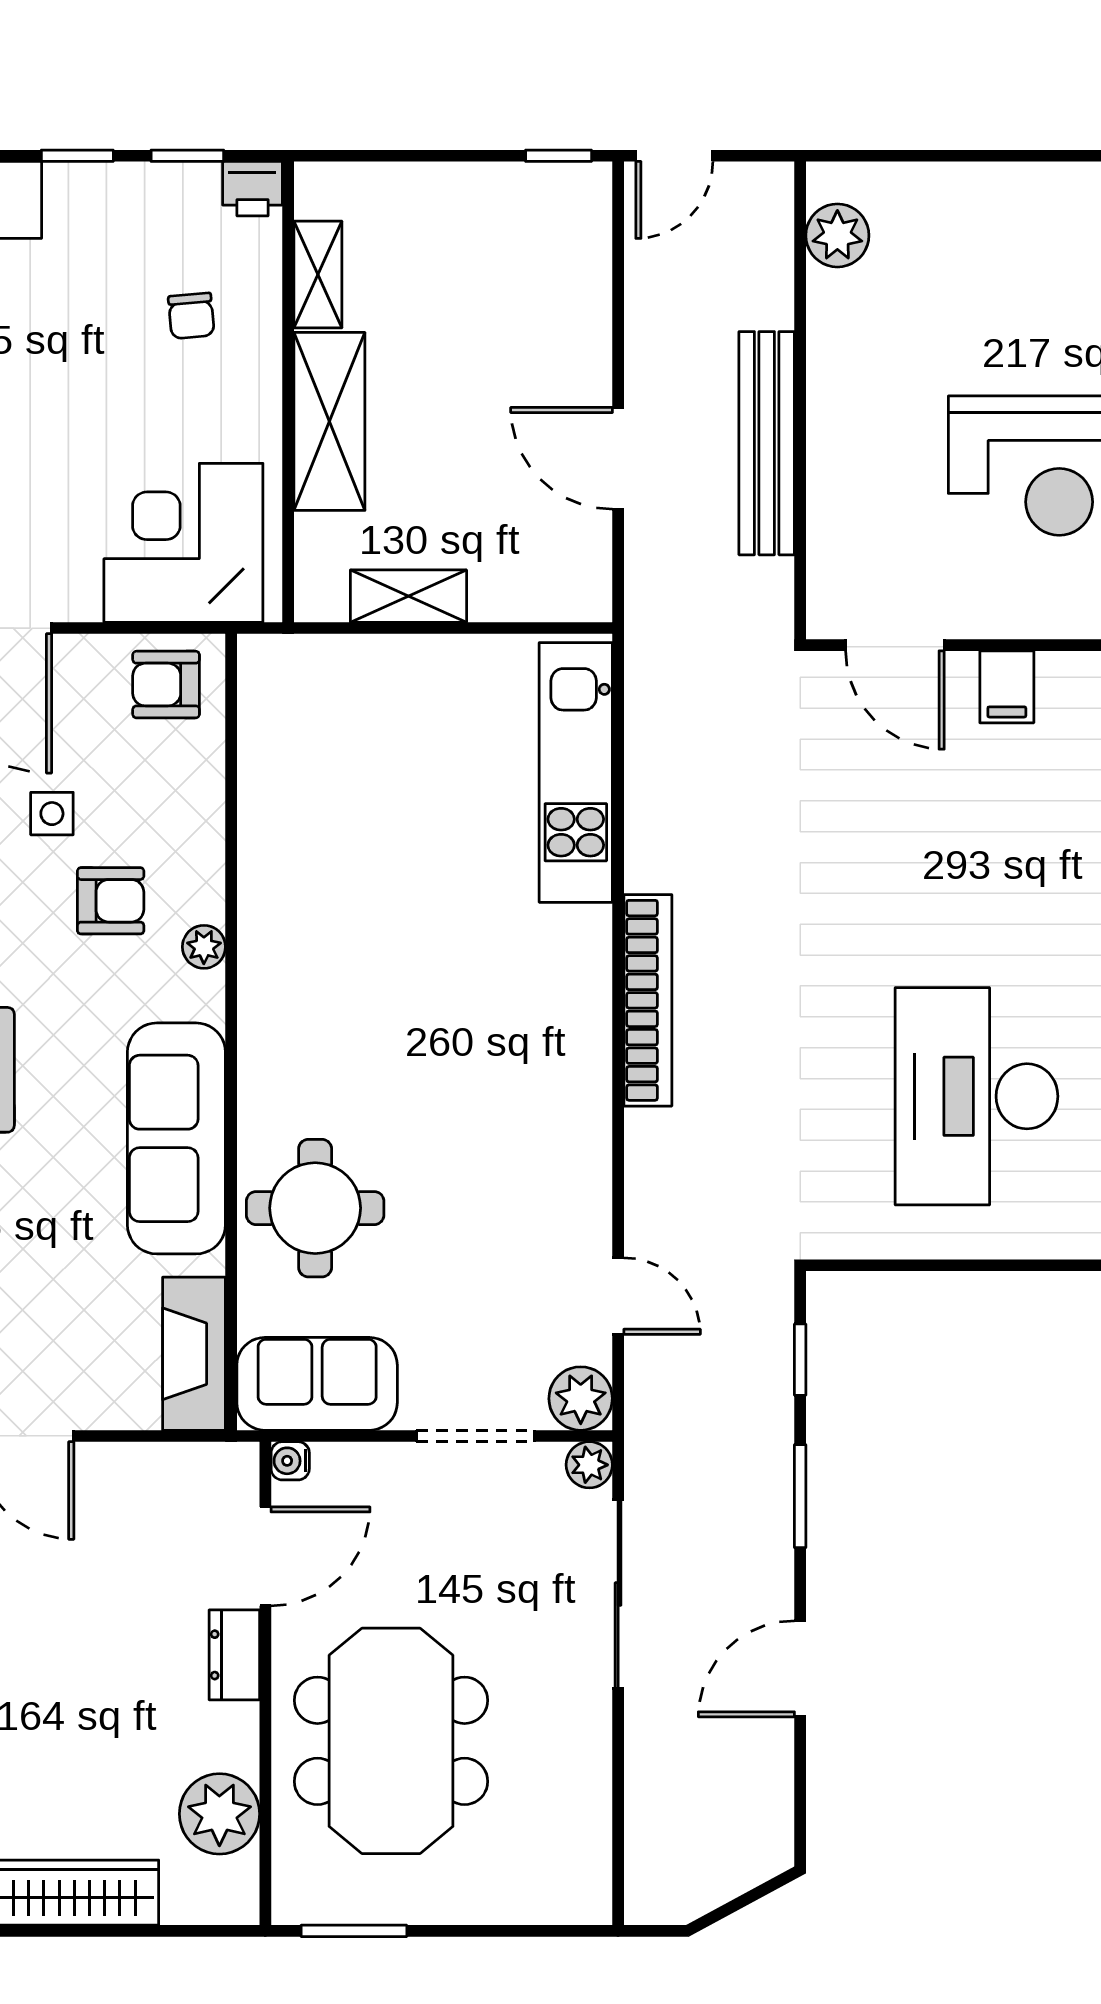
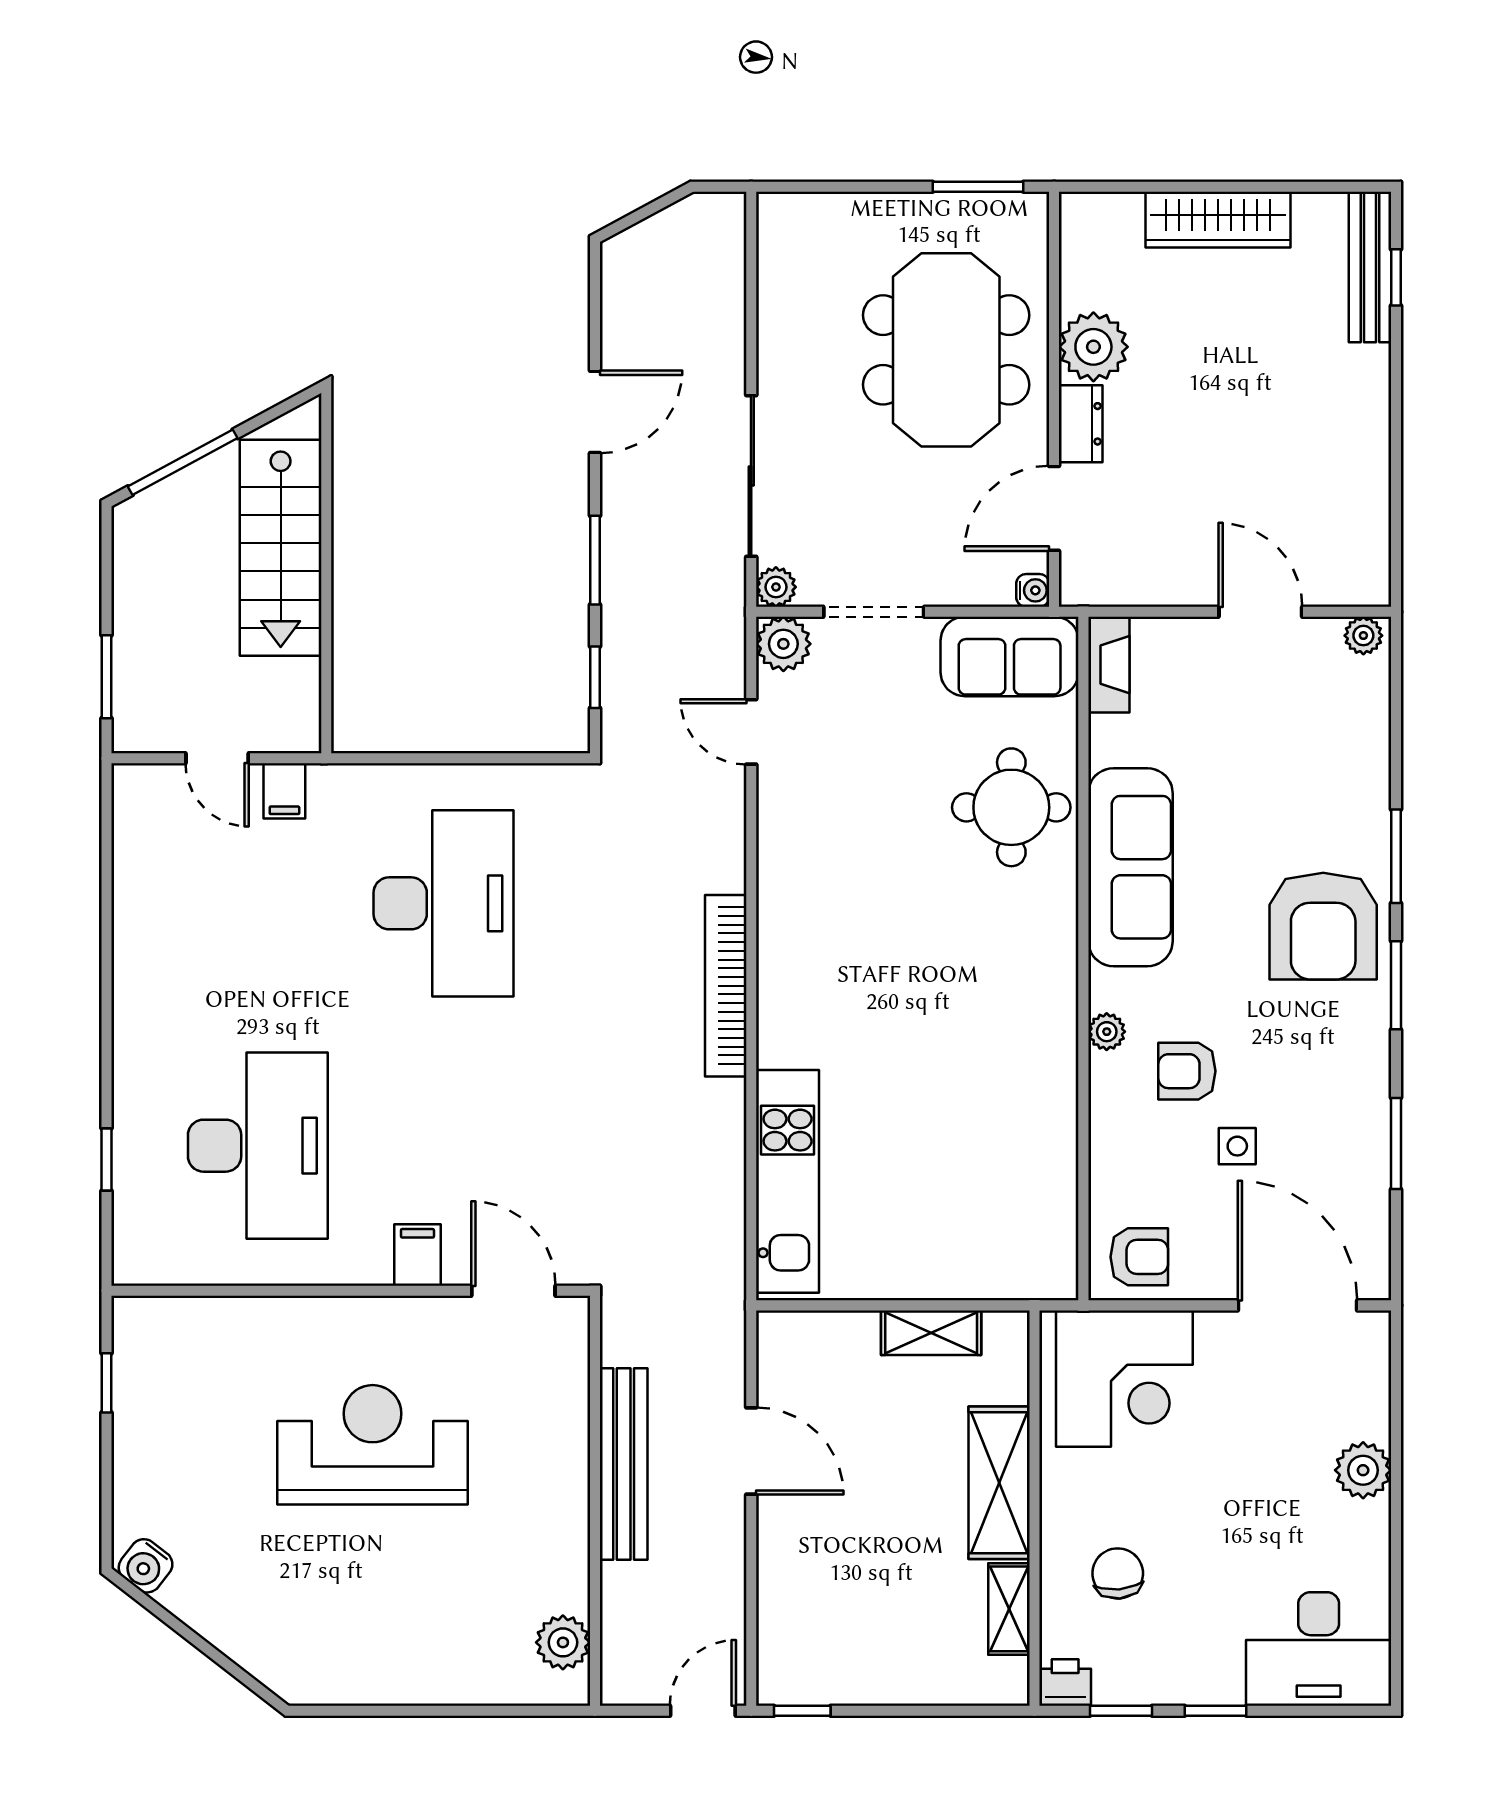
chair: (191, 316) -> (1118, 1573), width x1.37, depth x1.37
fireplace: (194, 1354) -> (1109, 665), width x0.73, depth x0.76
plant: (219, 1814) -> (1093, 347), moved

